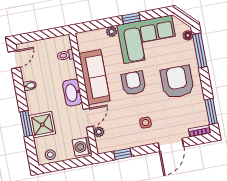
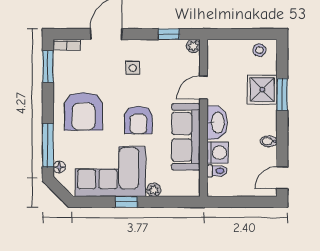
plant: (99, 132) -> (193, 46), moved
washing machine: (82, 147) -> (218, 153), moved

